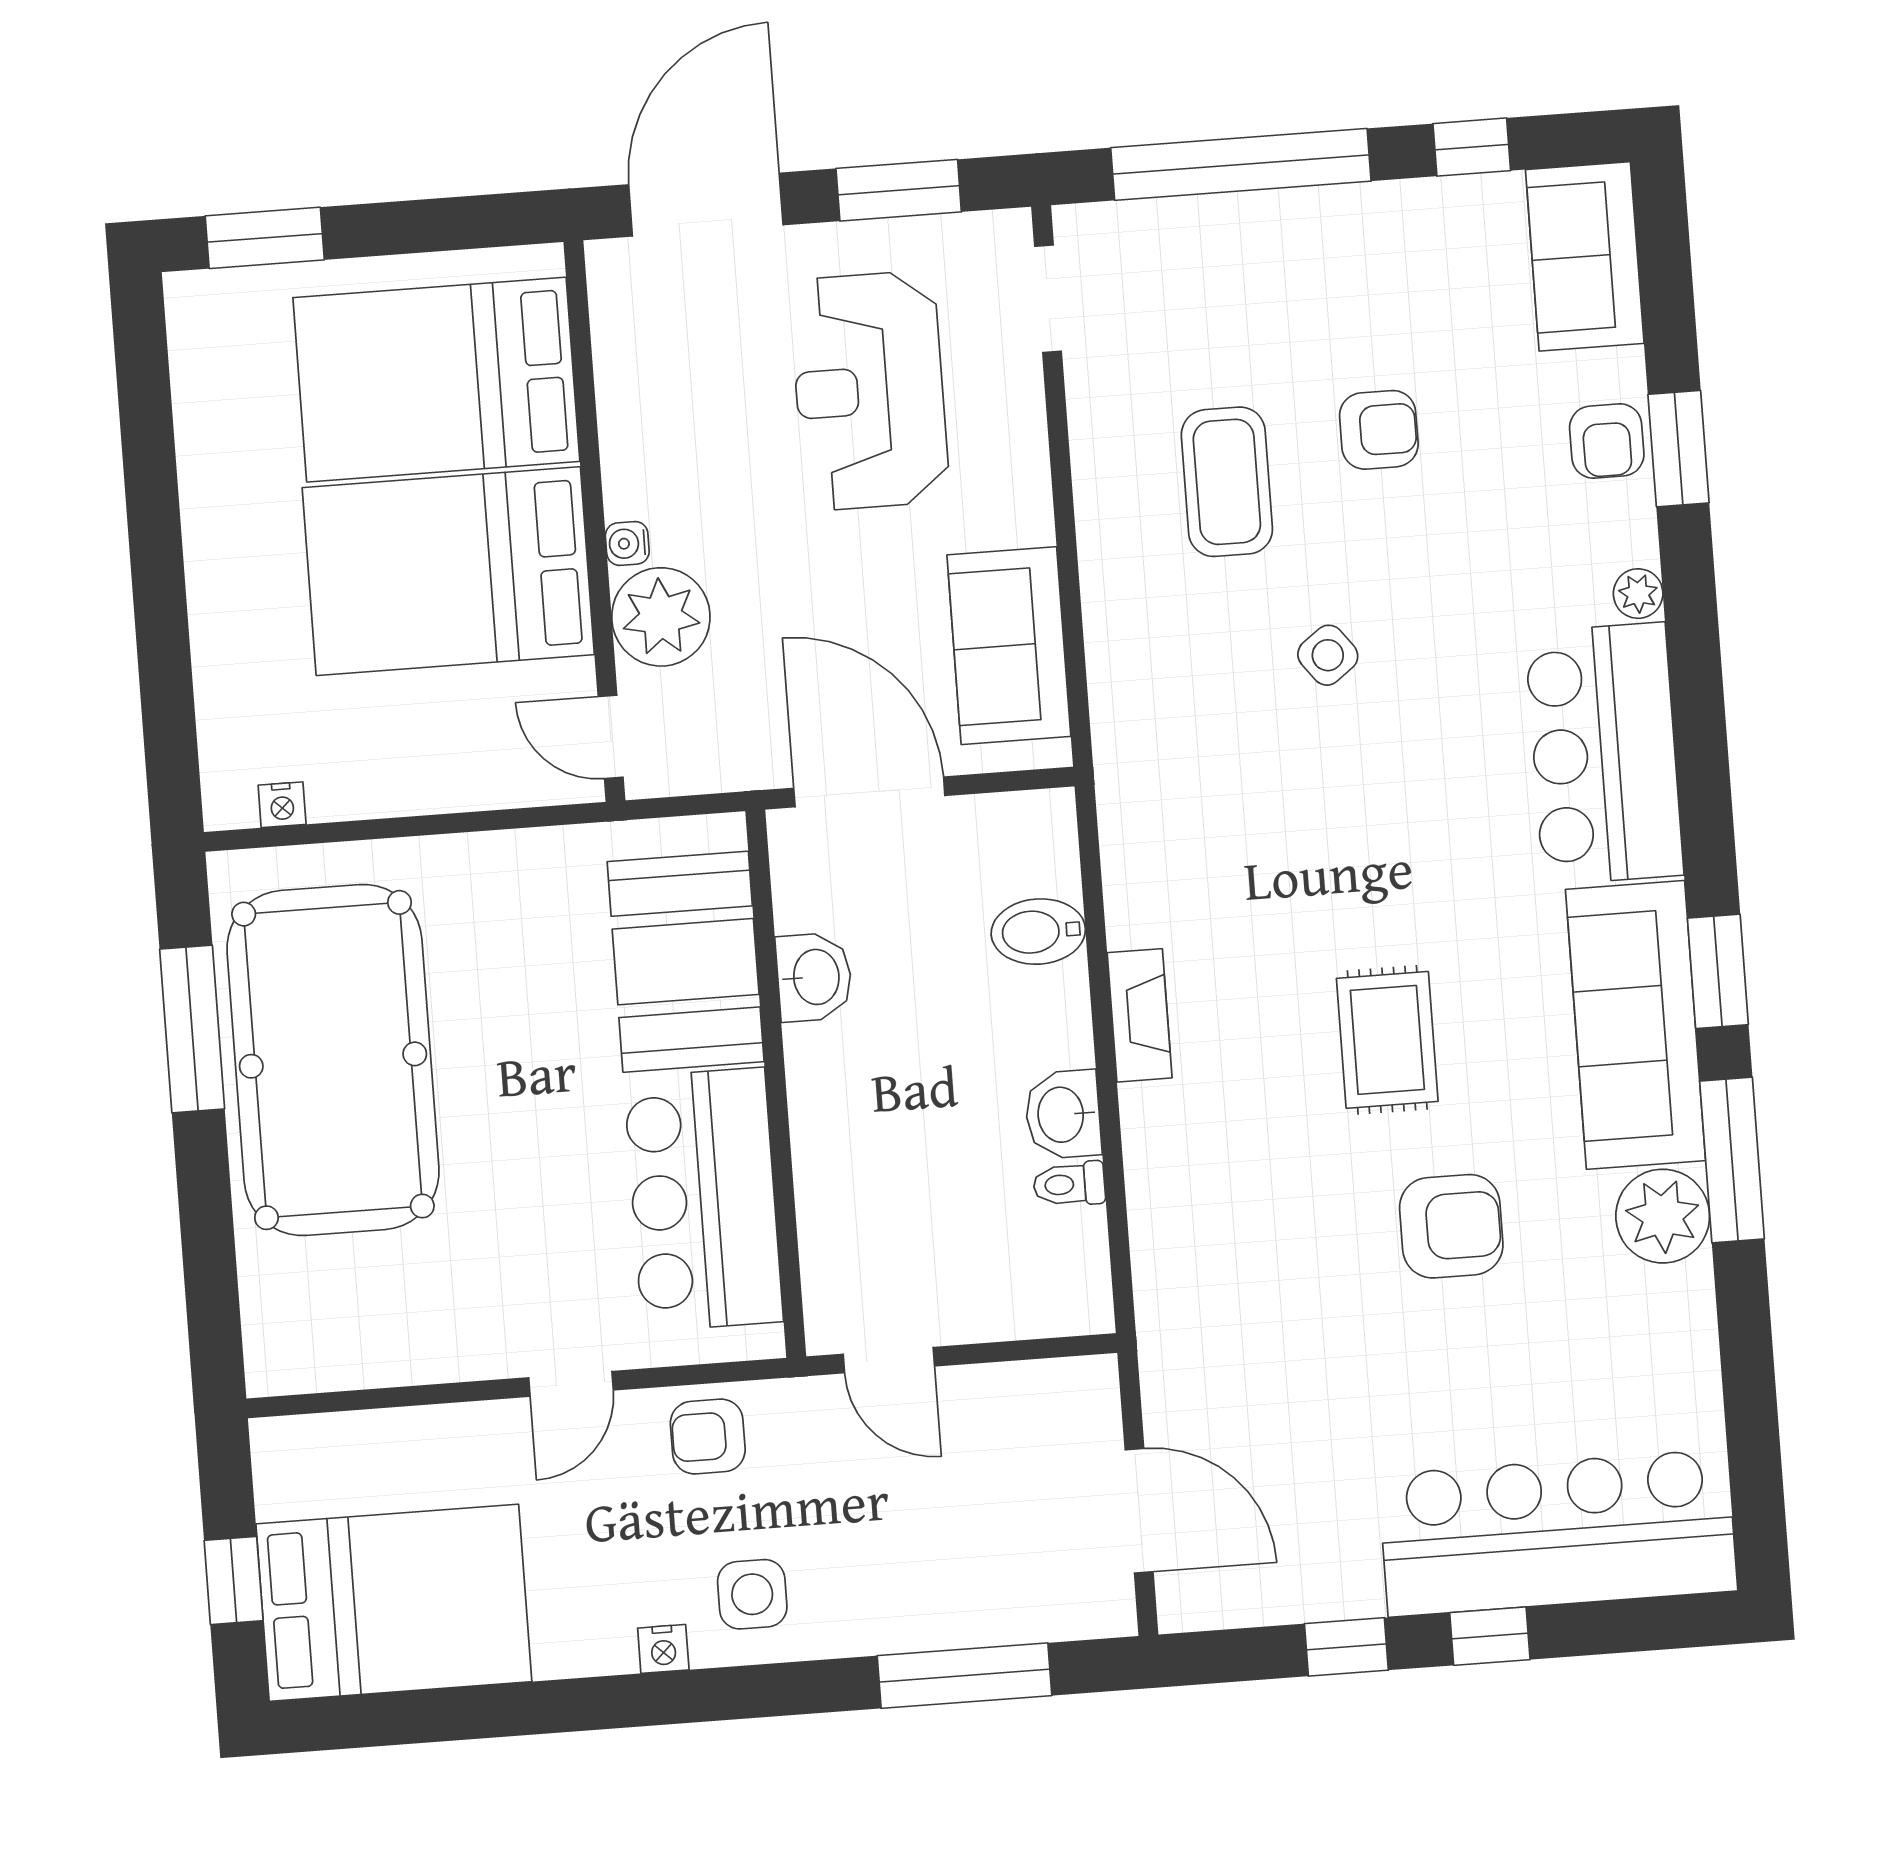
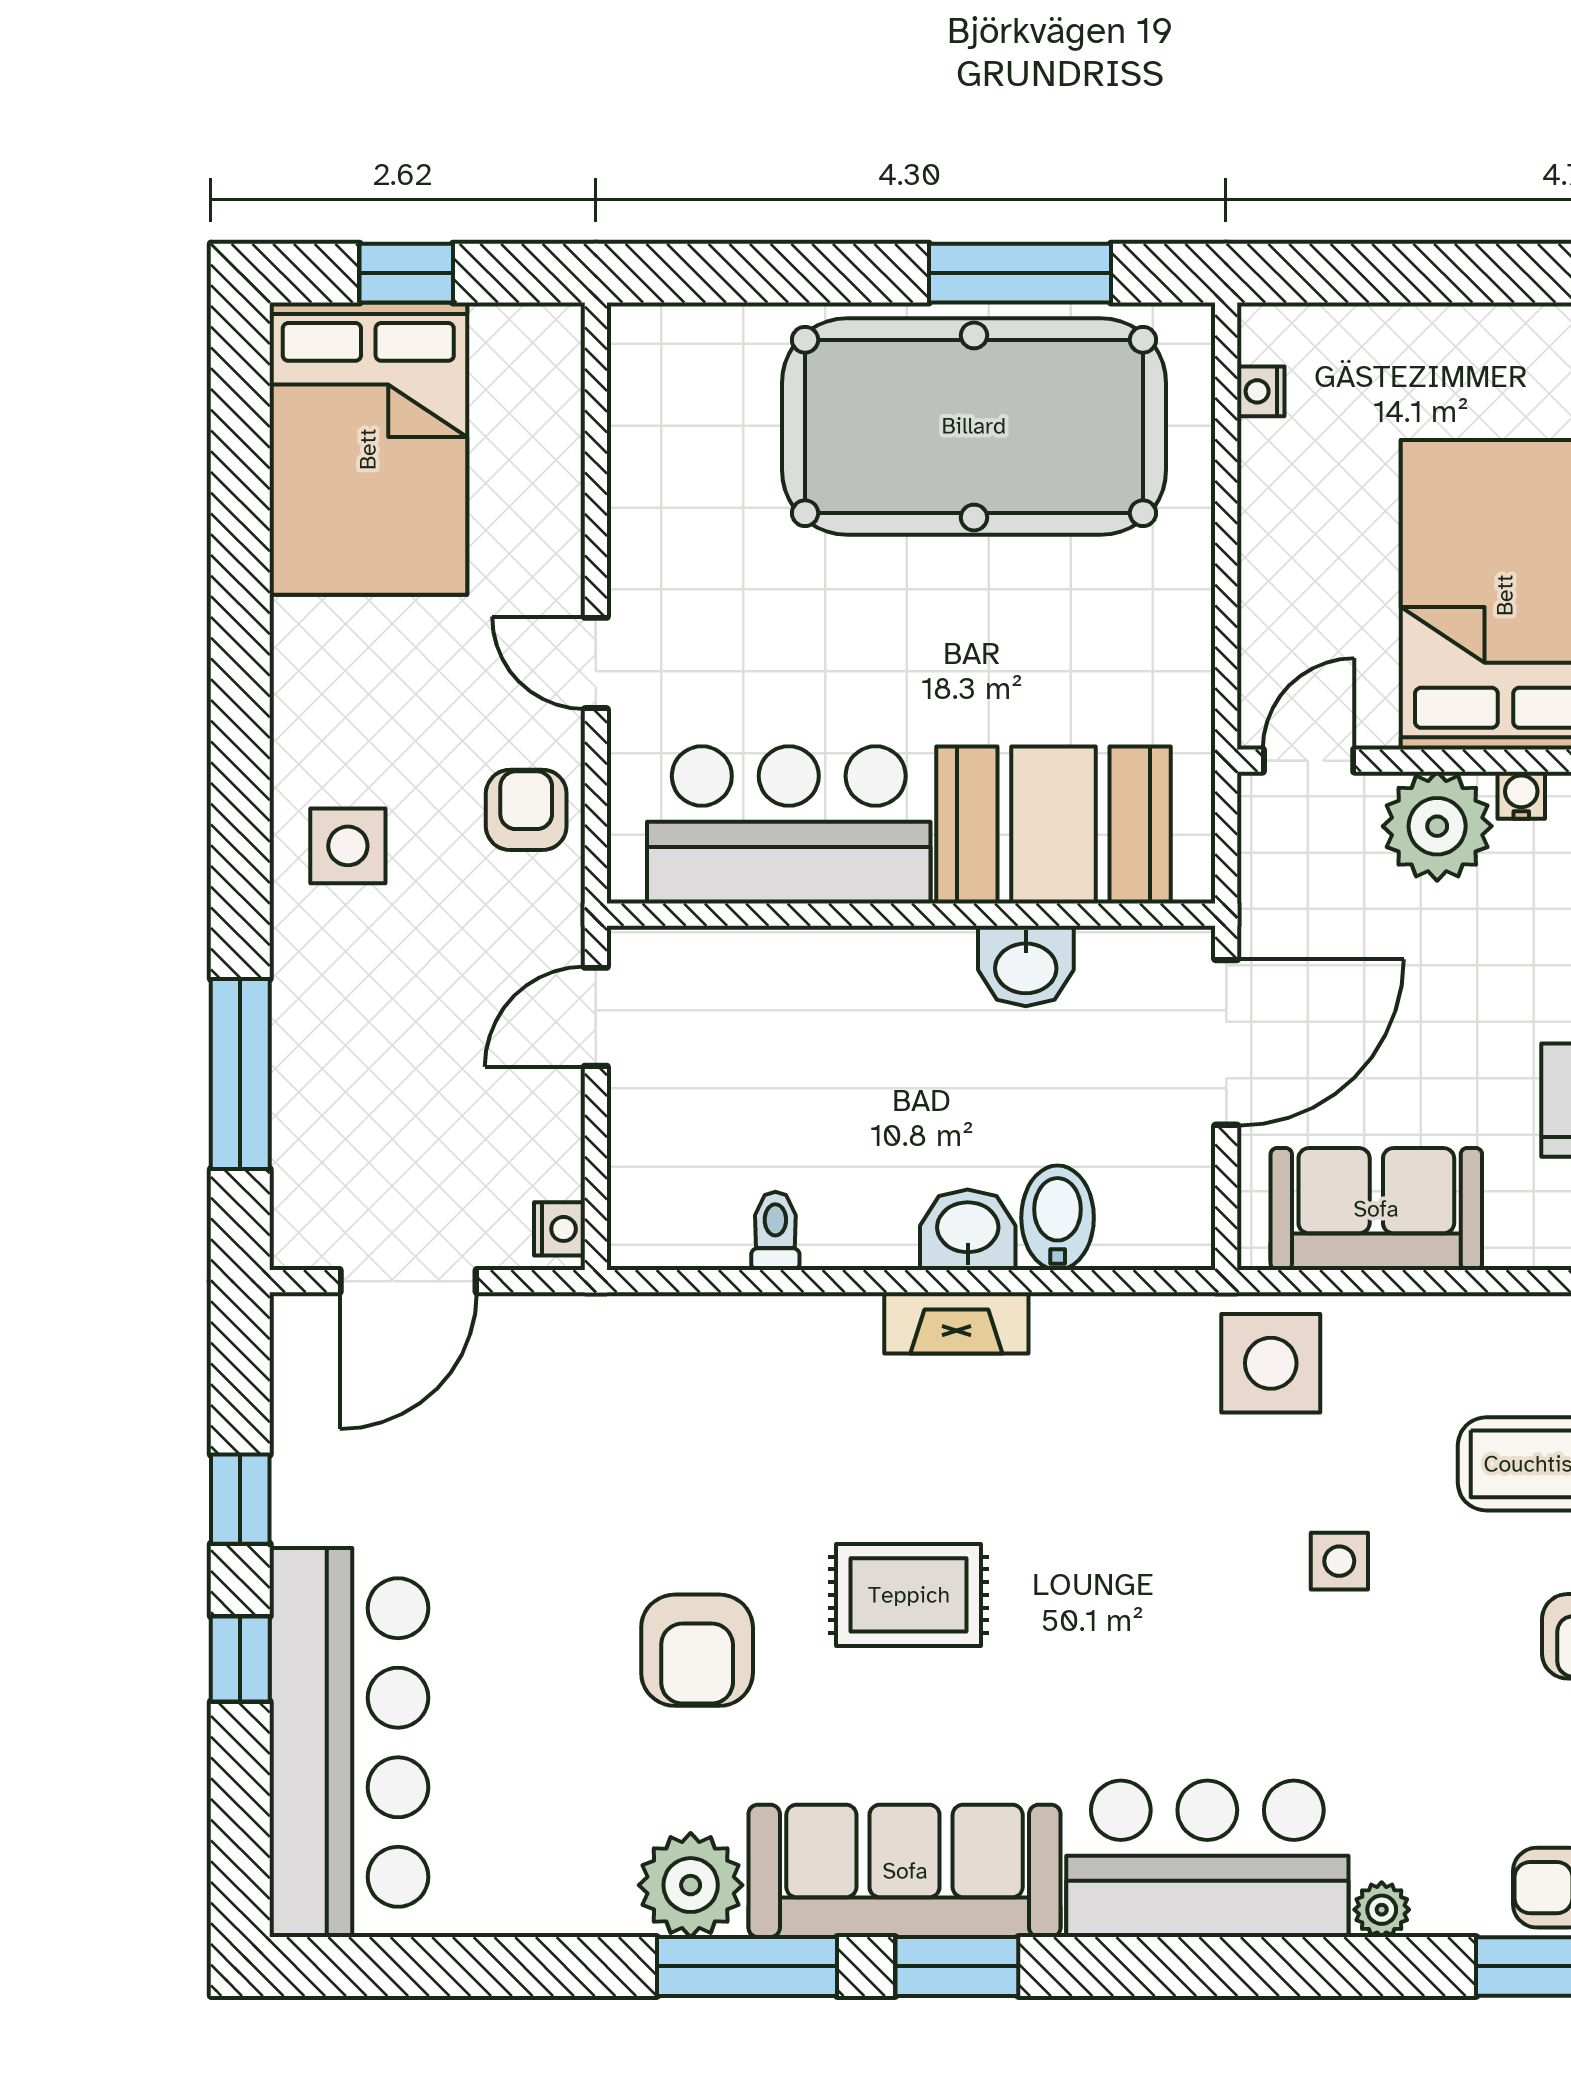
side table: (1328, 655) -> (1339, 1561), turned 37
side table: (1155, 730) -> (1271, 1363), added
washbasin: (1063, 1115) -> (968, 1230), moved
nightstand: (663, 1649) -> (559, 1229), moved, turned 180

